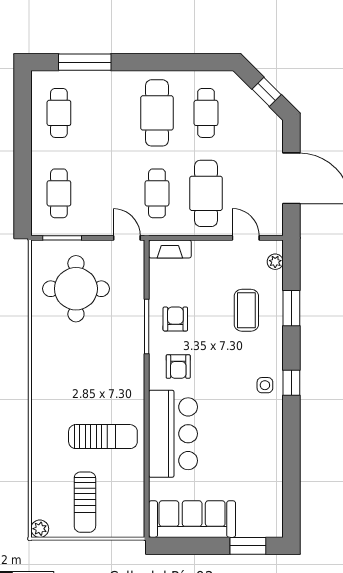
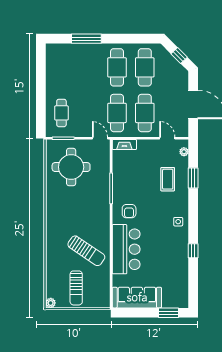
window: (85, 62) -> (86, 39), moved
cafe table: (59, 113) -> (61, 67), removed
cafe table: (206, 113) -> (145, 67), width x1.37, depth x1.35
cafe table: (157, 193) -> (117, 113), width x1.37, depth x1.35
armchair: (175, 319) -> (127, 184), removed
window: (291, 383) -> (193, 251), moved
sun lounger: (103, 437) -> (86, 251), turned 34

